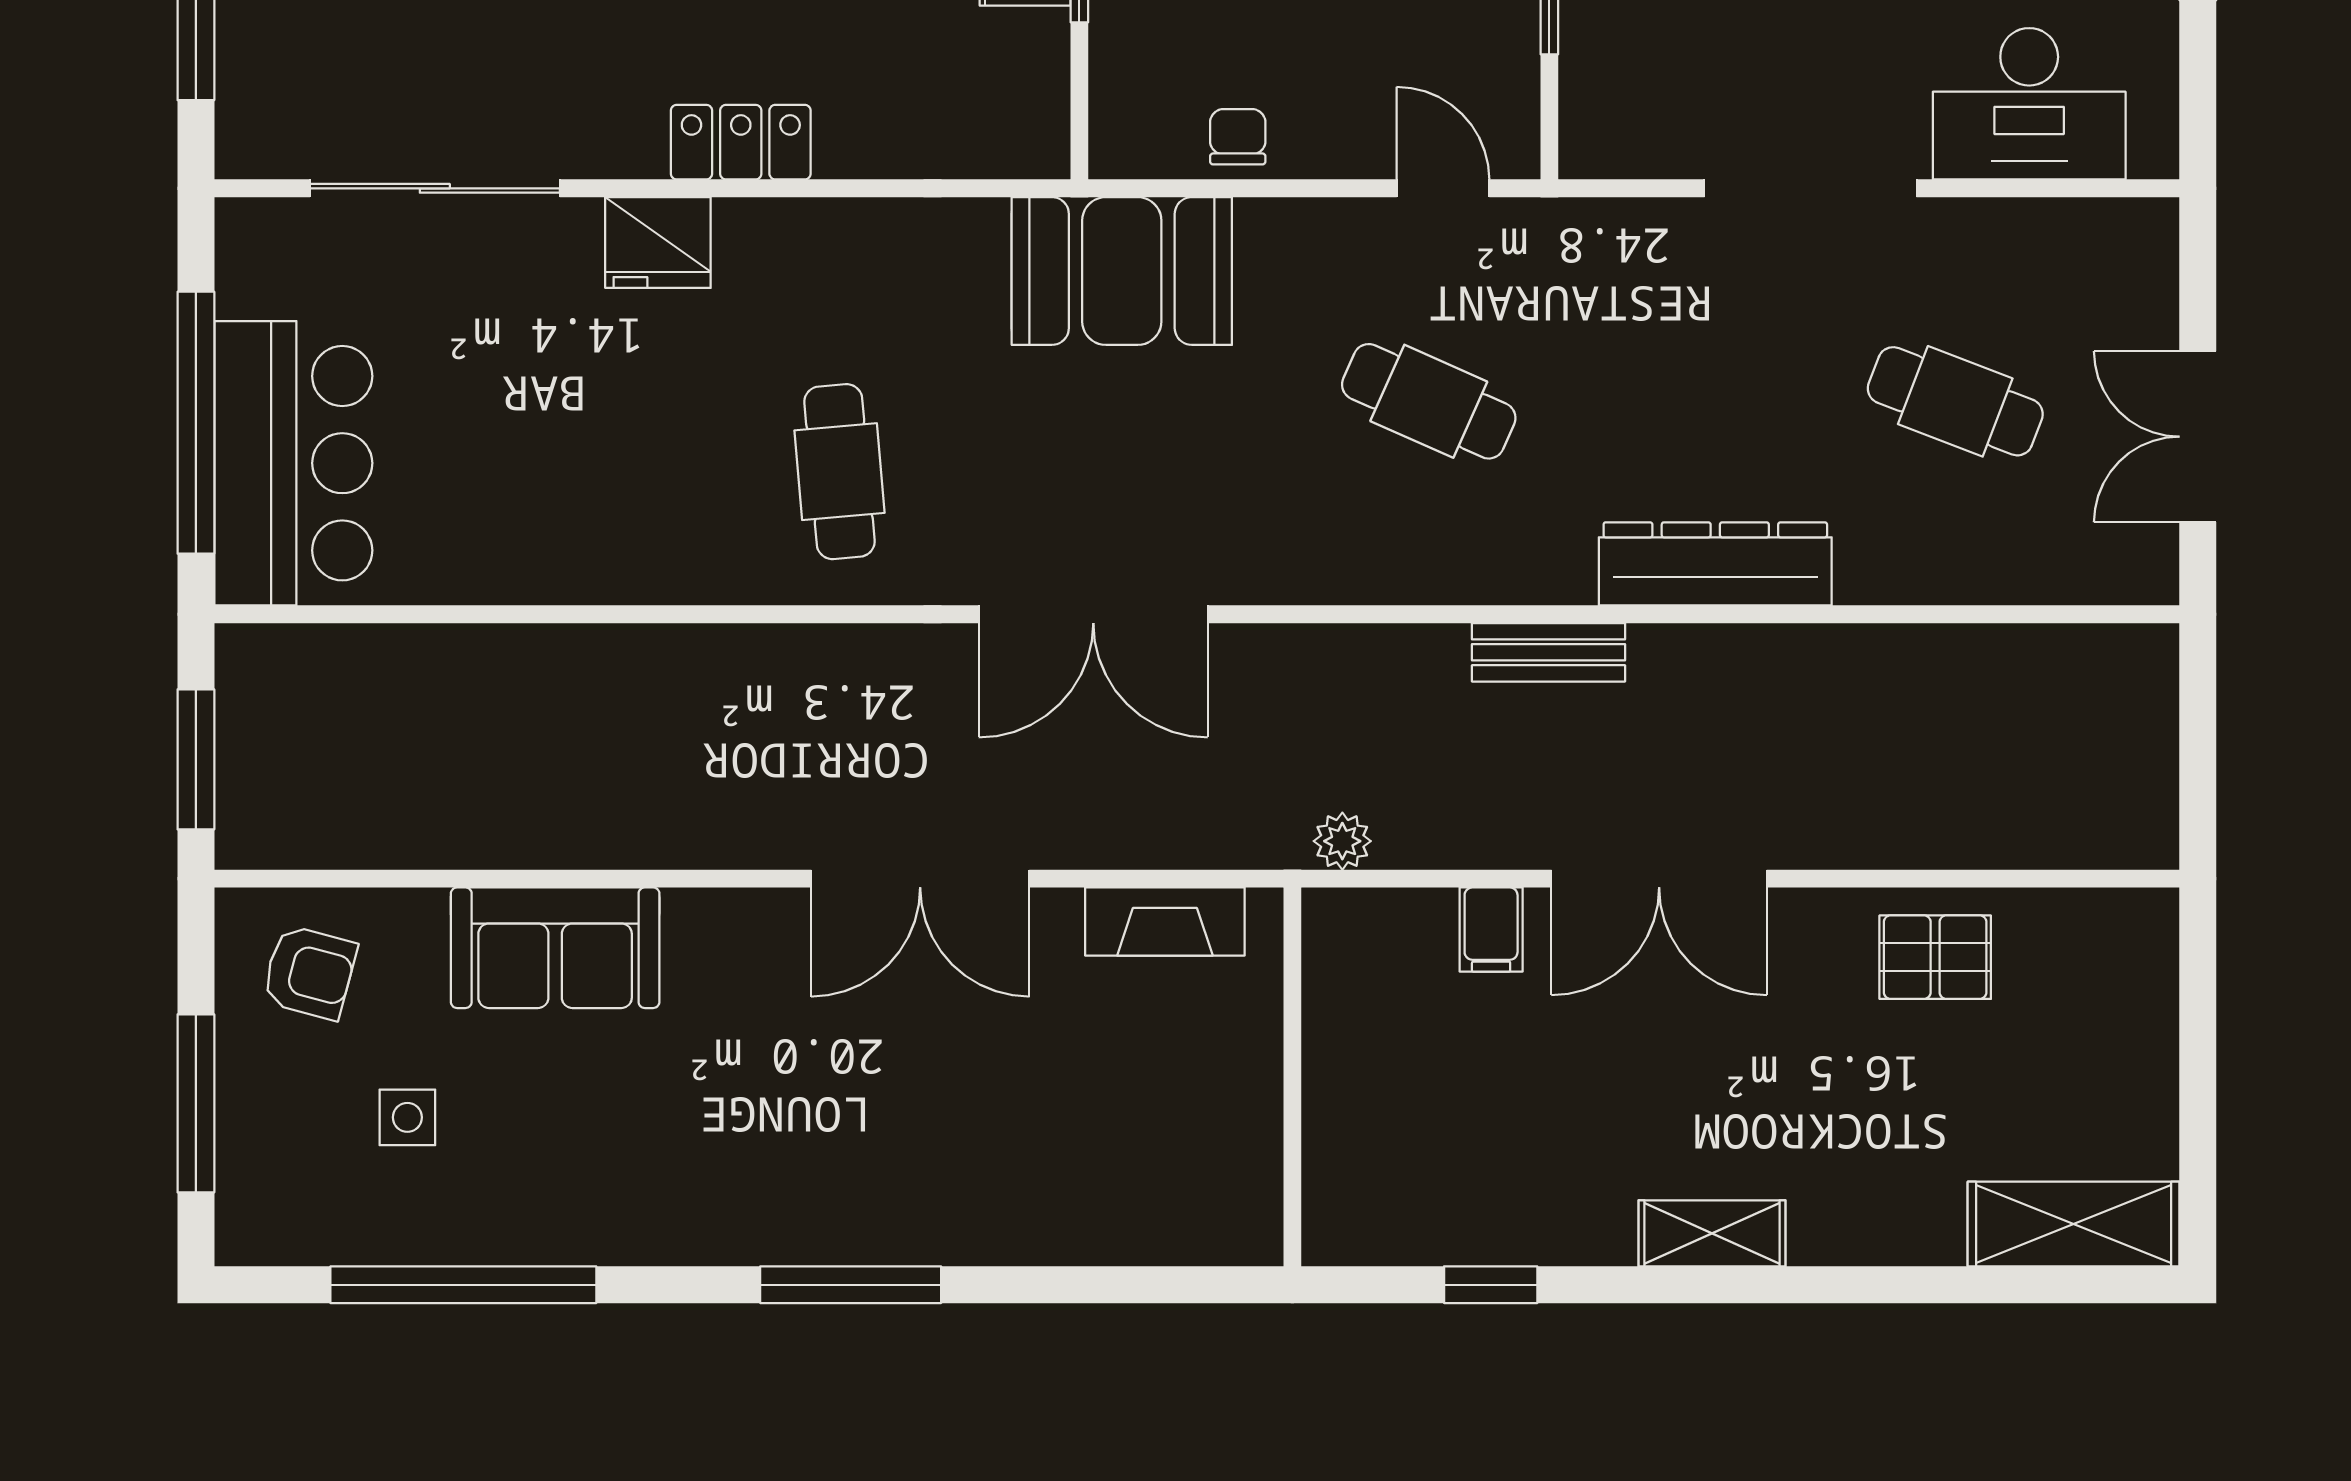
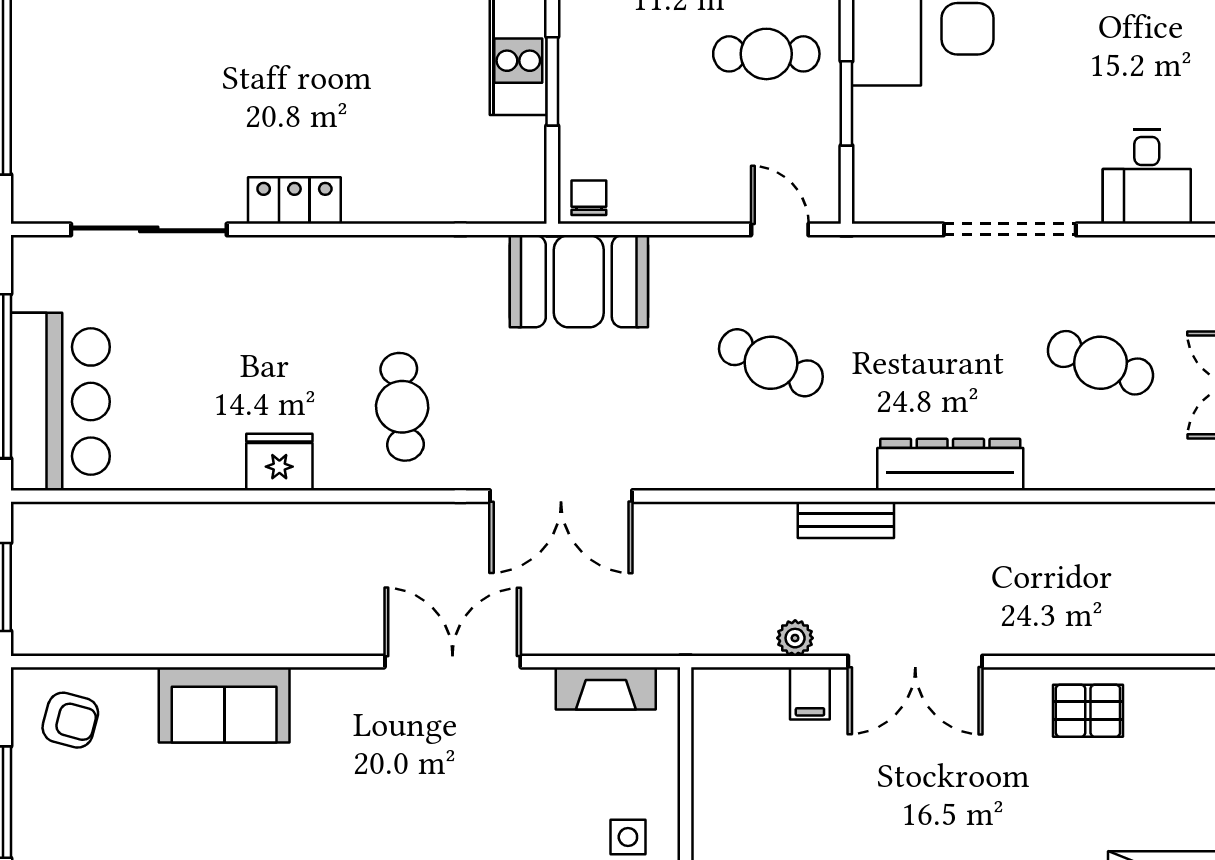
desk: (2029, 104) -> (1147, 177), width x0.73
chair: (1238, 137) -> (589, 198), moved
locker: (741, 142) -> (294, 201), moved
fridge: (658, 243) -> (279, 462), moved, turned 180
plant: (1342, 841) -> (795, 638), moved
double door: (920, 879) -> (453, 662), swing flipped
side table: (407, 1117) -> (628, 837), moved

